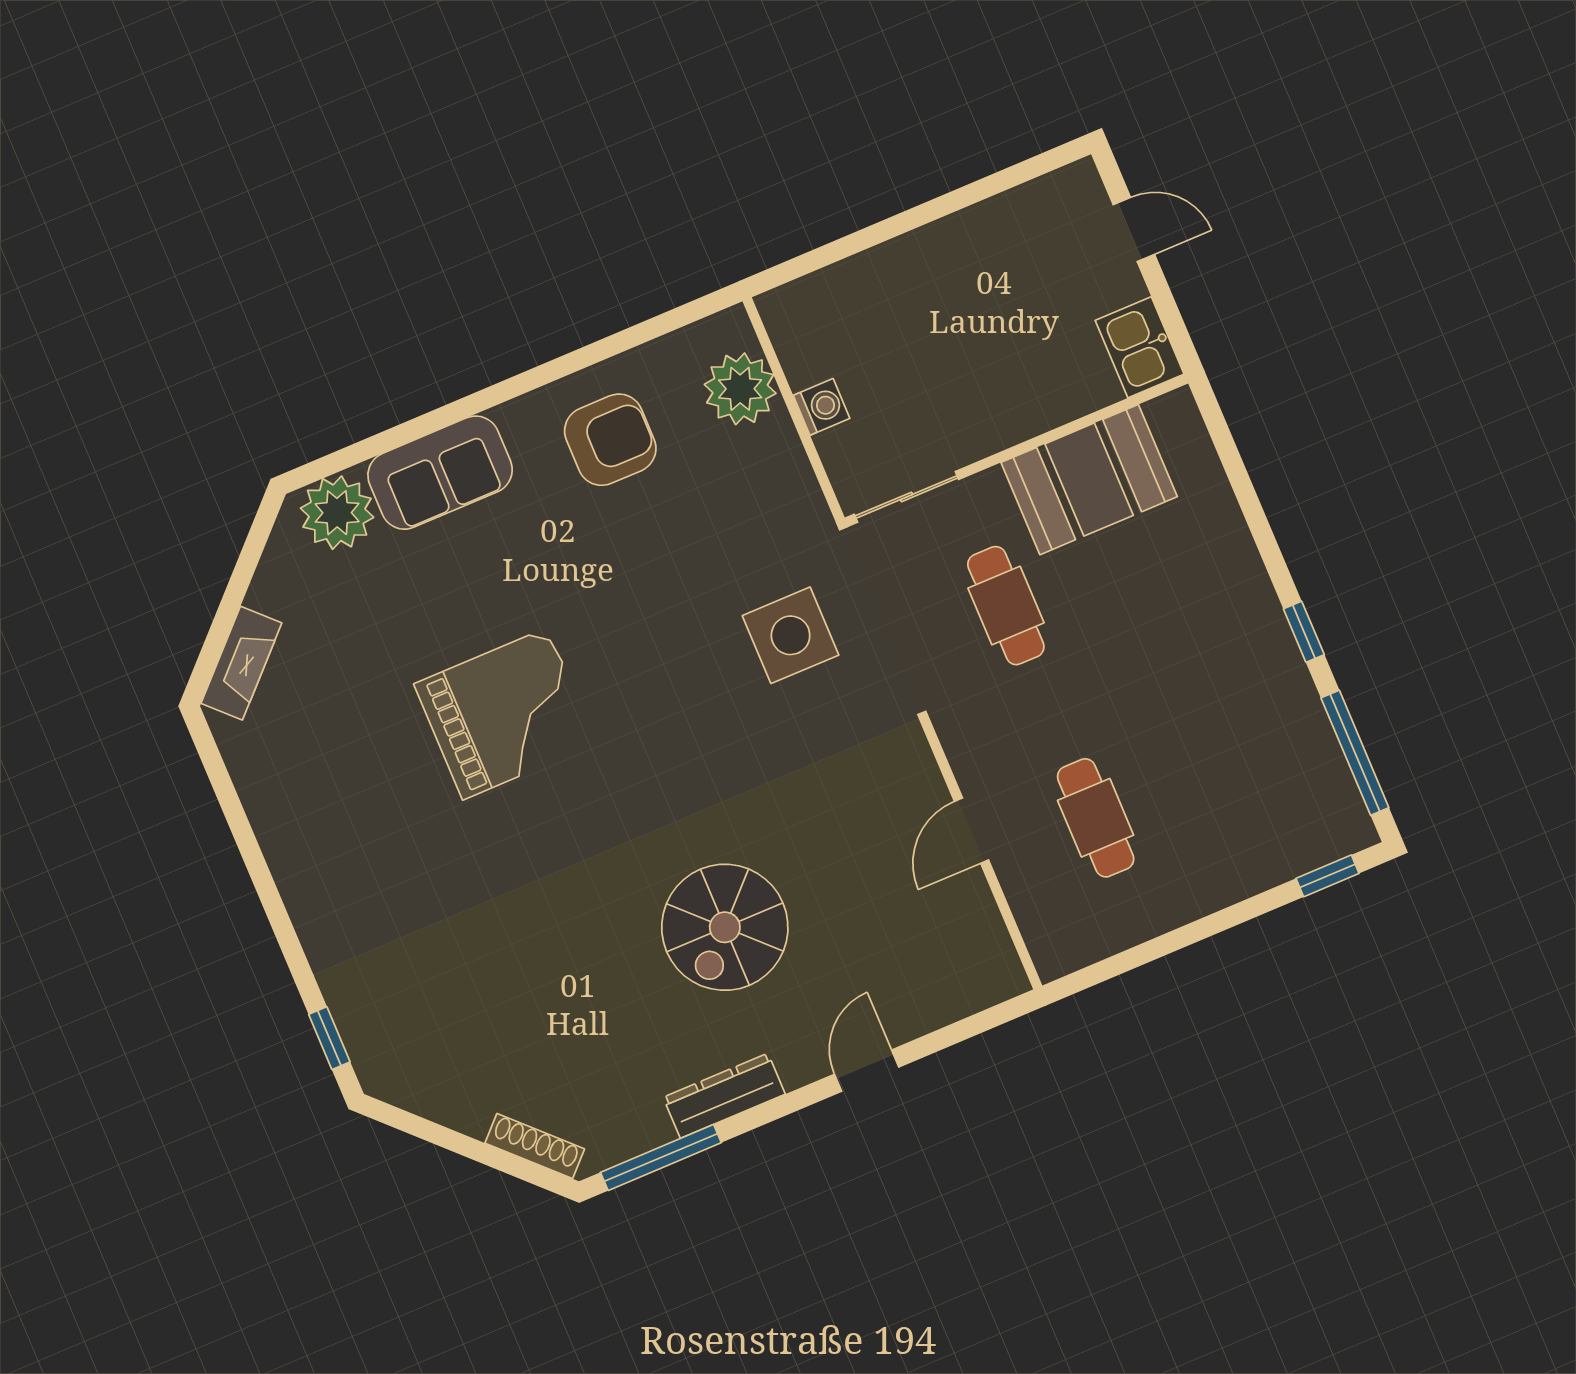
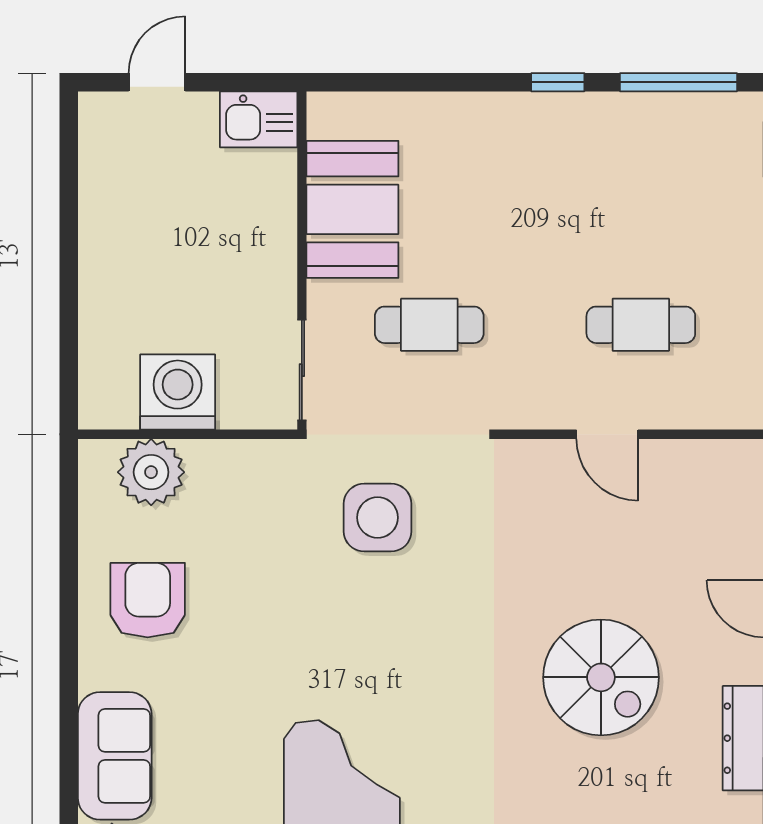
washing machine: (821, 407) -> (178, 392), width x1.89, depth x1.89

